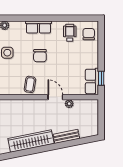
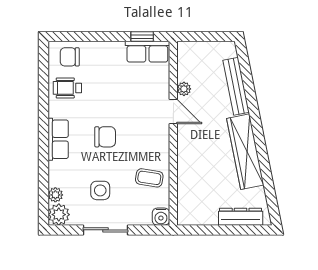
coffee table: (30, 84) -> (149, 178), moved
door: (55, 97) -> (173, 112), swing flipped
bench: (66, 136) -> (236, 86), width x1.36

